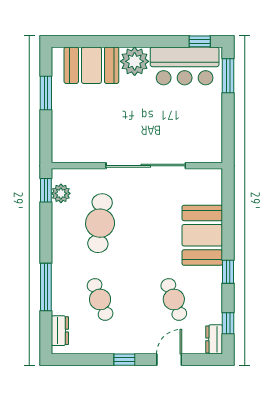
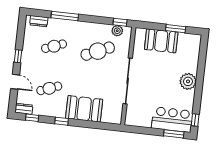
booth: (91, 65) -> (161, 41), moved, turned 90
bar counter: (185, 66) -> (172, 120), moved, turned 90
cafe table: (100, 223) -> (98, 51), turned -30

